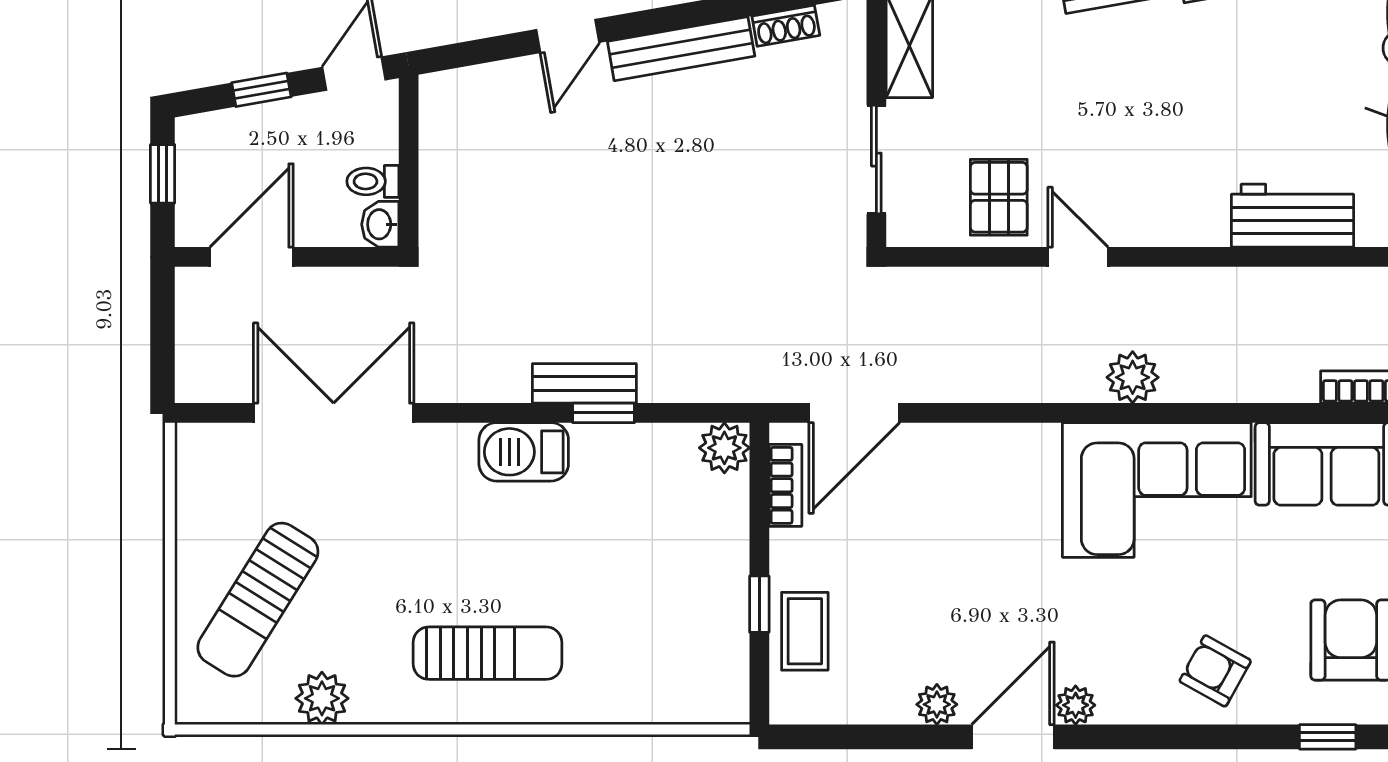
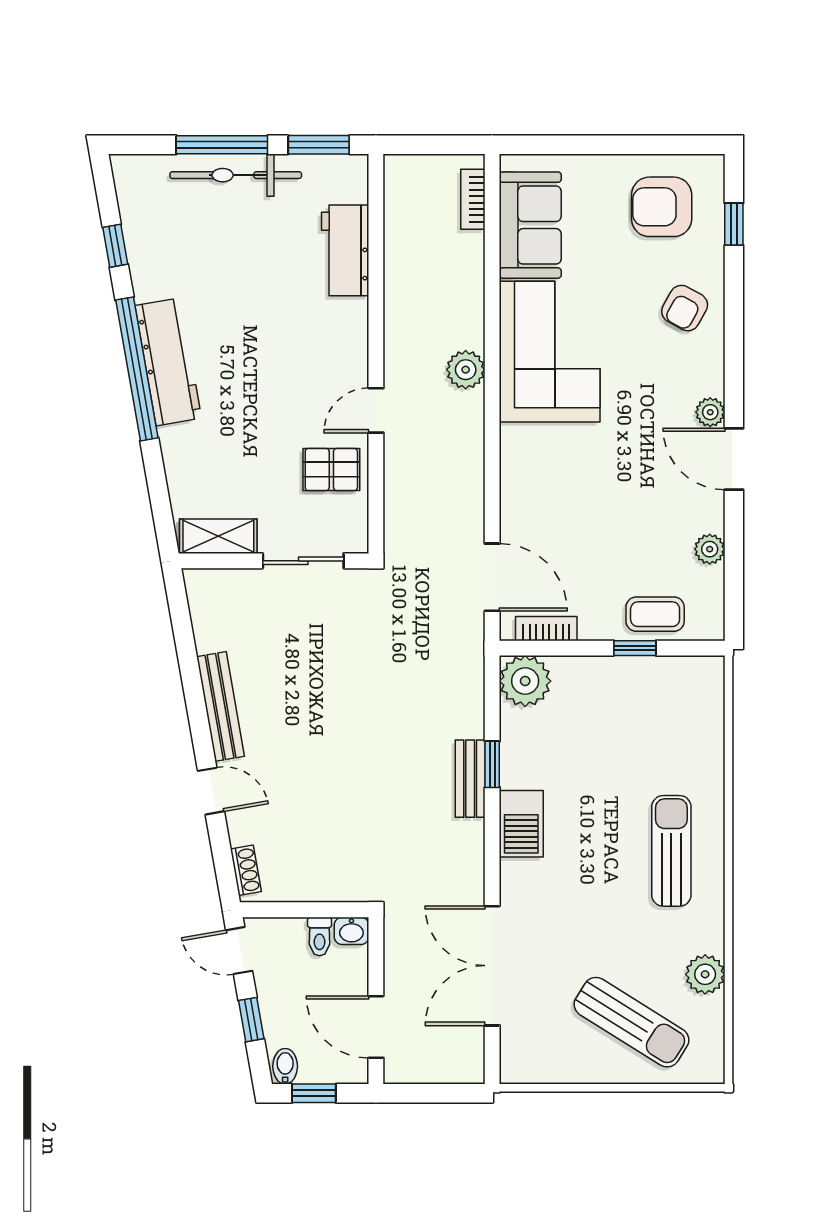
shoe rack: (786, 26) -> (246, 870), moved
bidet: (199, 135) -> (285, 1066), added
plant: (724, 448) -> (525, 681), width x1.36, depth x1.36
plant: (937, 704) -> (710, 549), moved

